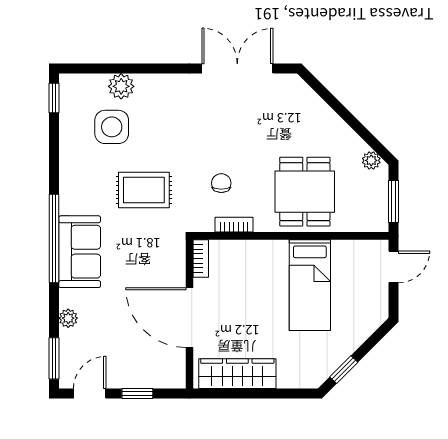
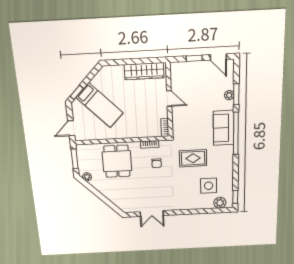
double door: (237, 68) -> (152, 214), width x0.73
plant: (121, 86) -> (220, 203), moved
bed: (310, 285) -> (100, 105), moved, turned 135
door: (189, 318) -> (169, 98), width x0.53
window: (54, 358) -> (236, 94), moved
window: (344, 370) -> (77, 92), moved
door: (90, 393) -> (218, 57), hinge flipped

